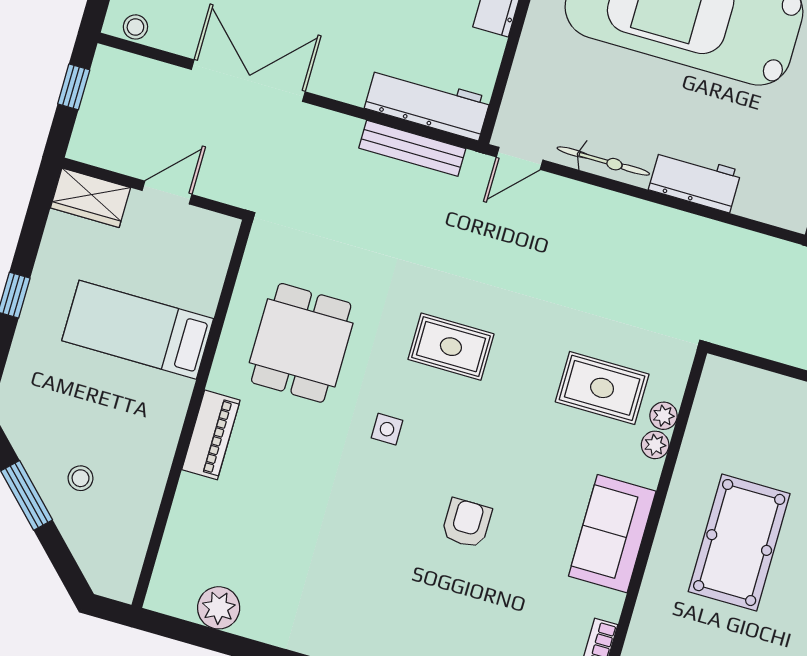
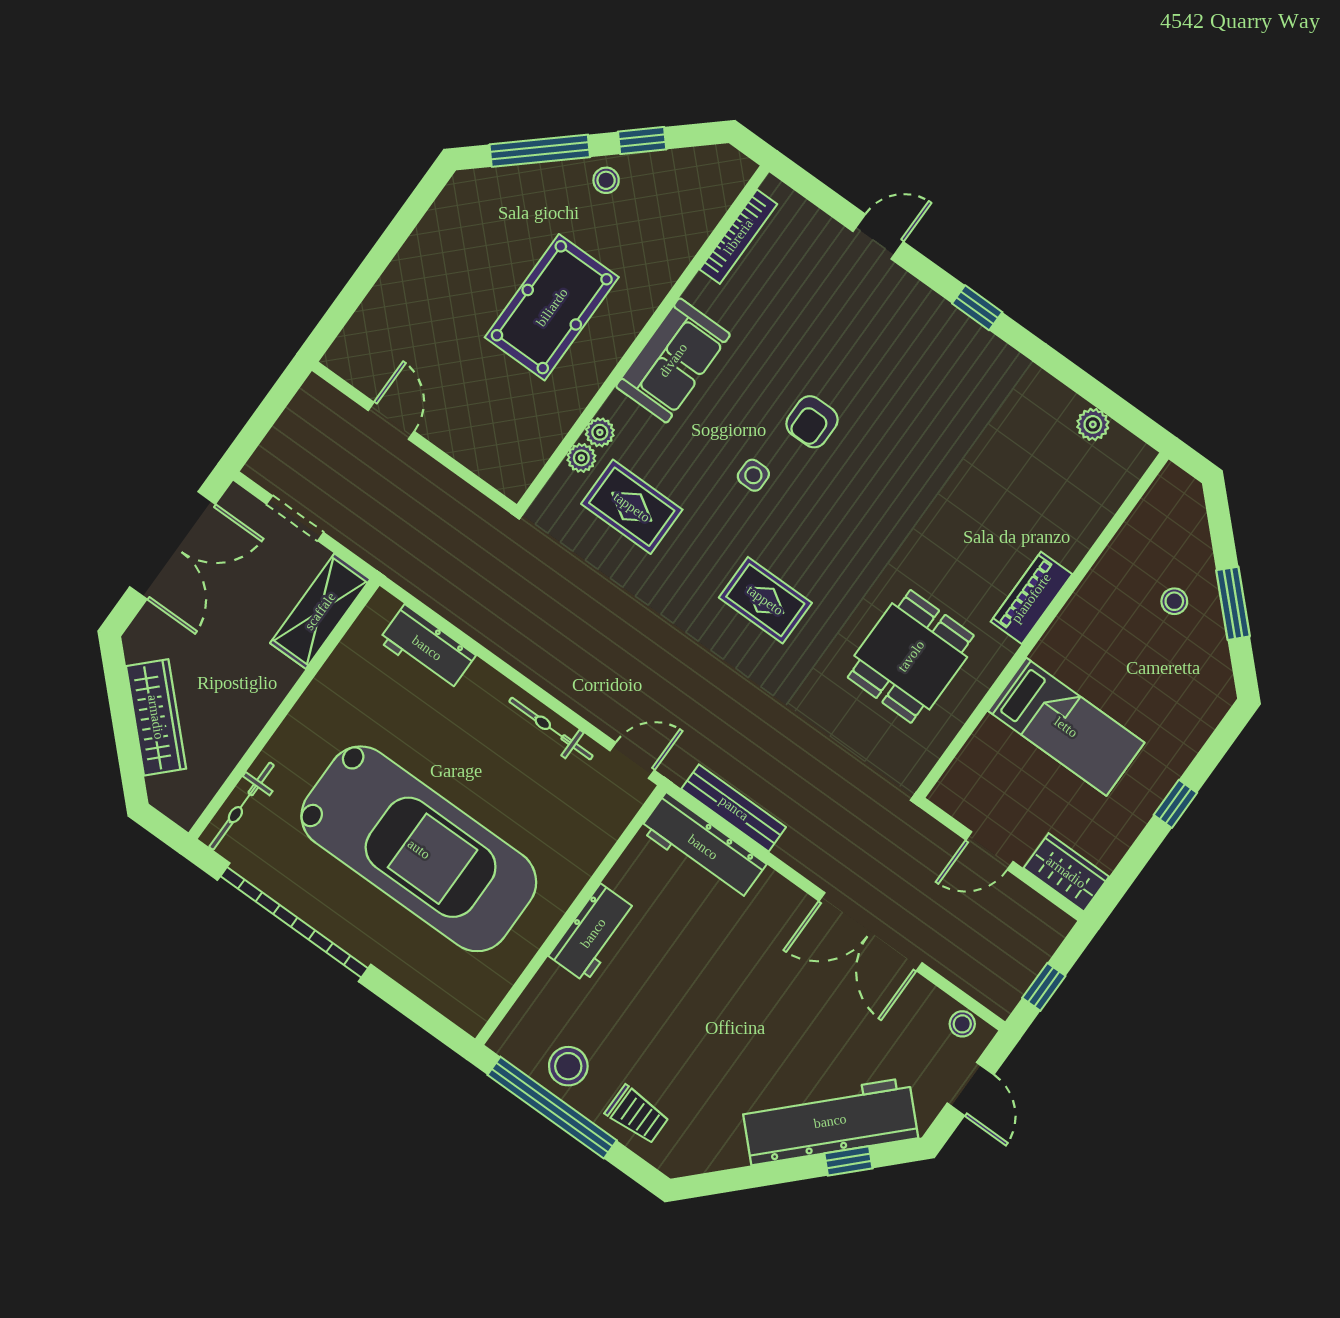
workbench: (695, 180) -> (427, 648), moved
side table: (387, 429) -> (753, 475), moved
plant: (219, 608) -> (1093, 424), width x0.73, depth x0.73

